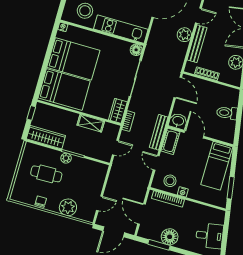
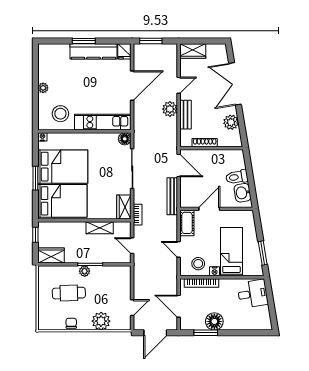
bench: (197, 44) -> (185, 115), width x0.73
window: (46, 62) -> (35, 178), added
washbasin: (178, 121) -> (243, 193), moved, turned -99
bench: (159, 132) -> (172, 196), moved
door: (194, 134) -> (209, 209), hinge flipped
wardrobe: (46, 137) -> (51, 255), width x0.67
door: (115, 148) -> (132, 246), swing flipped
bed: (217, 166) -> (231, 252), moved, turned 180
desk: (209, 236) -> (253, 294), moved

